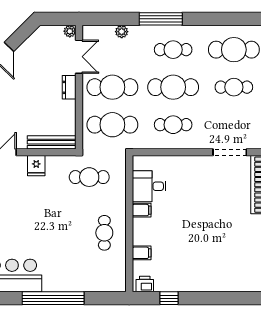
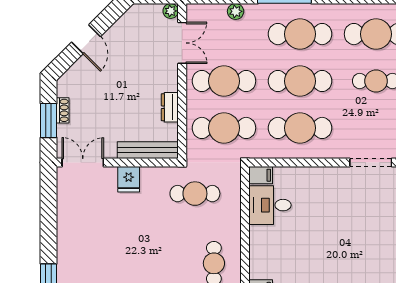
cafe table: (173, 50) -> (300, 34), width x1.37, depth x1.35
dresser: (69, 87) -> (170, 107), moved
cafe table: (173, 125) -> (300, 128), width x1.37, depth x1.35
filing cabinet: (142, 210) -> (261, 175), moved

